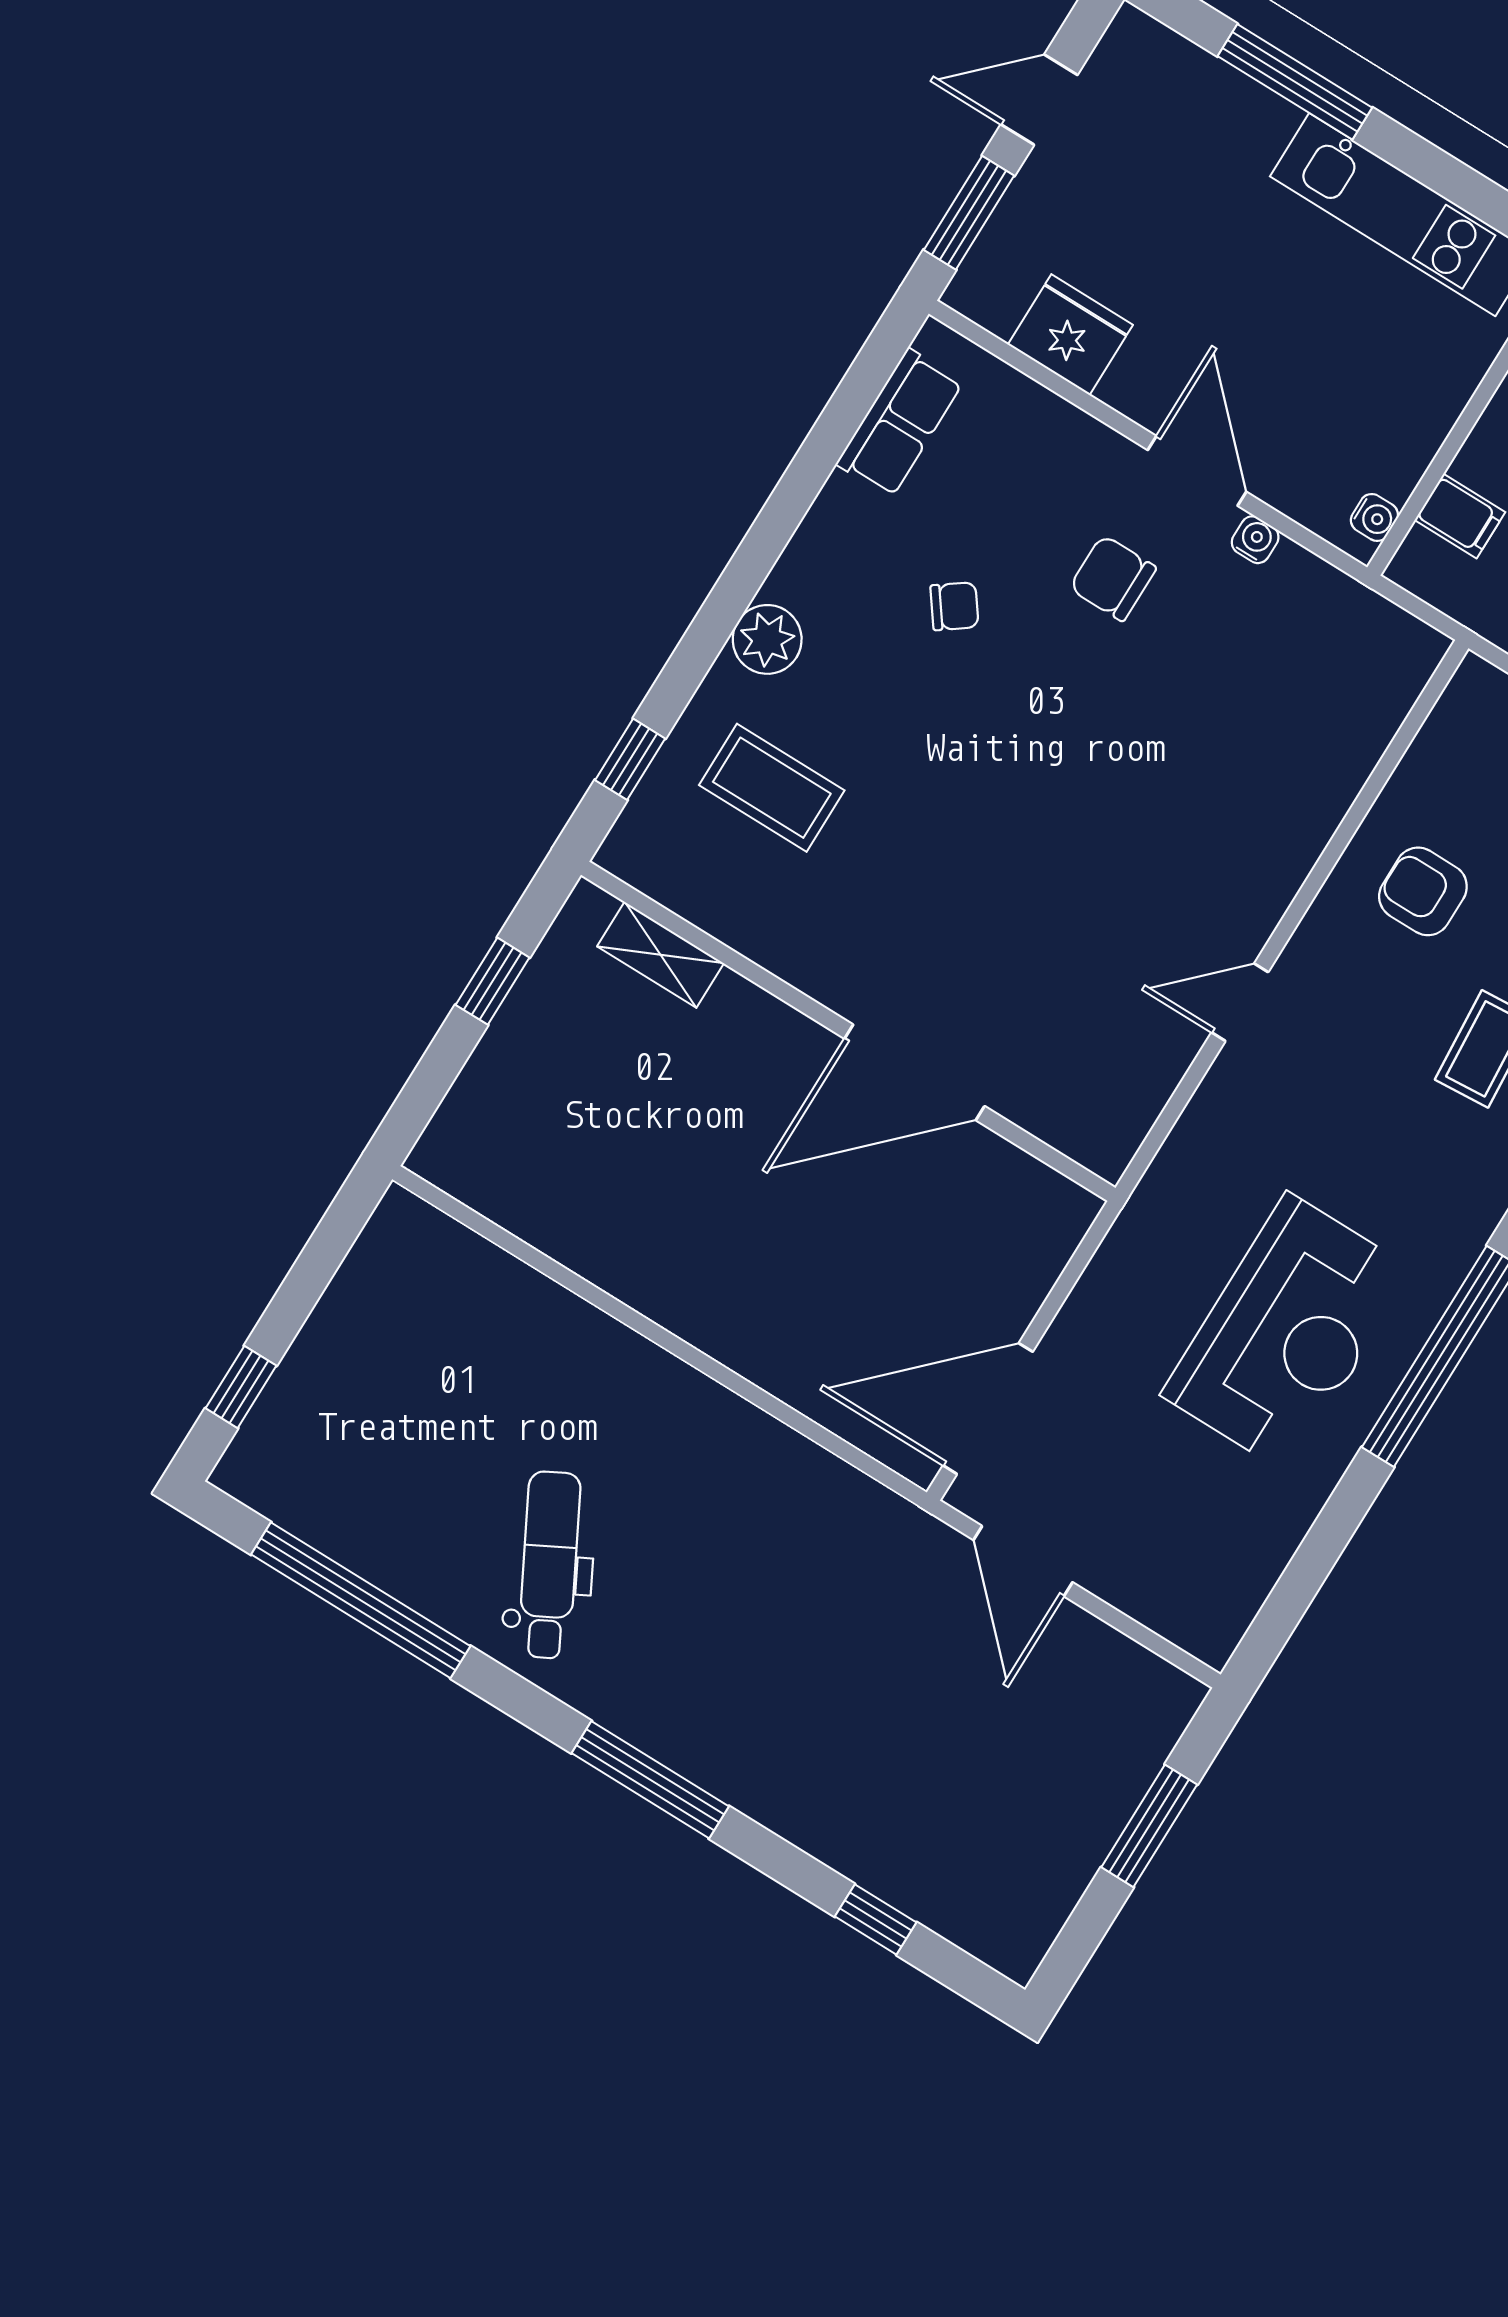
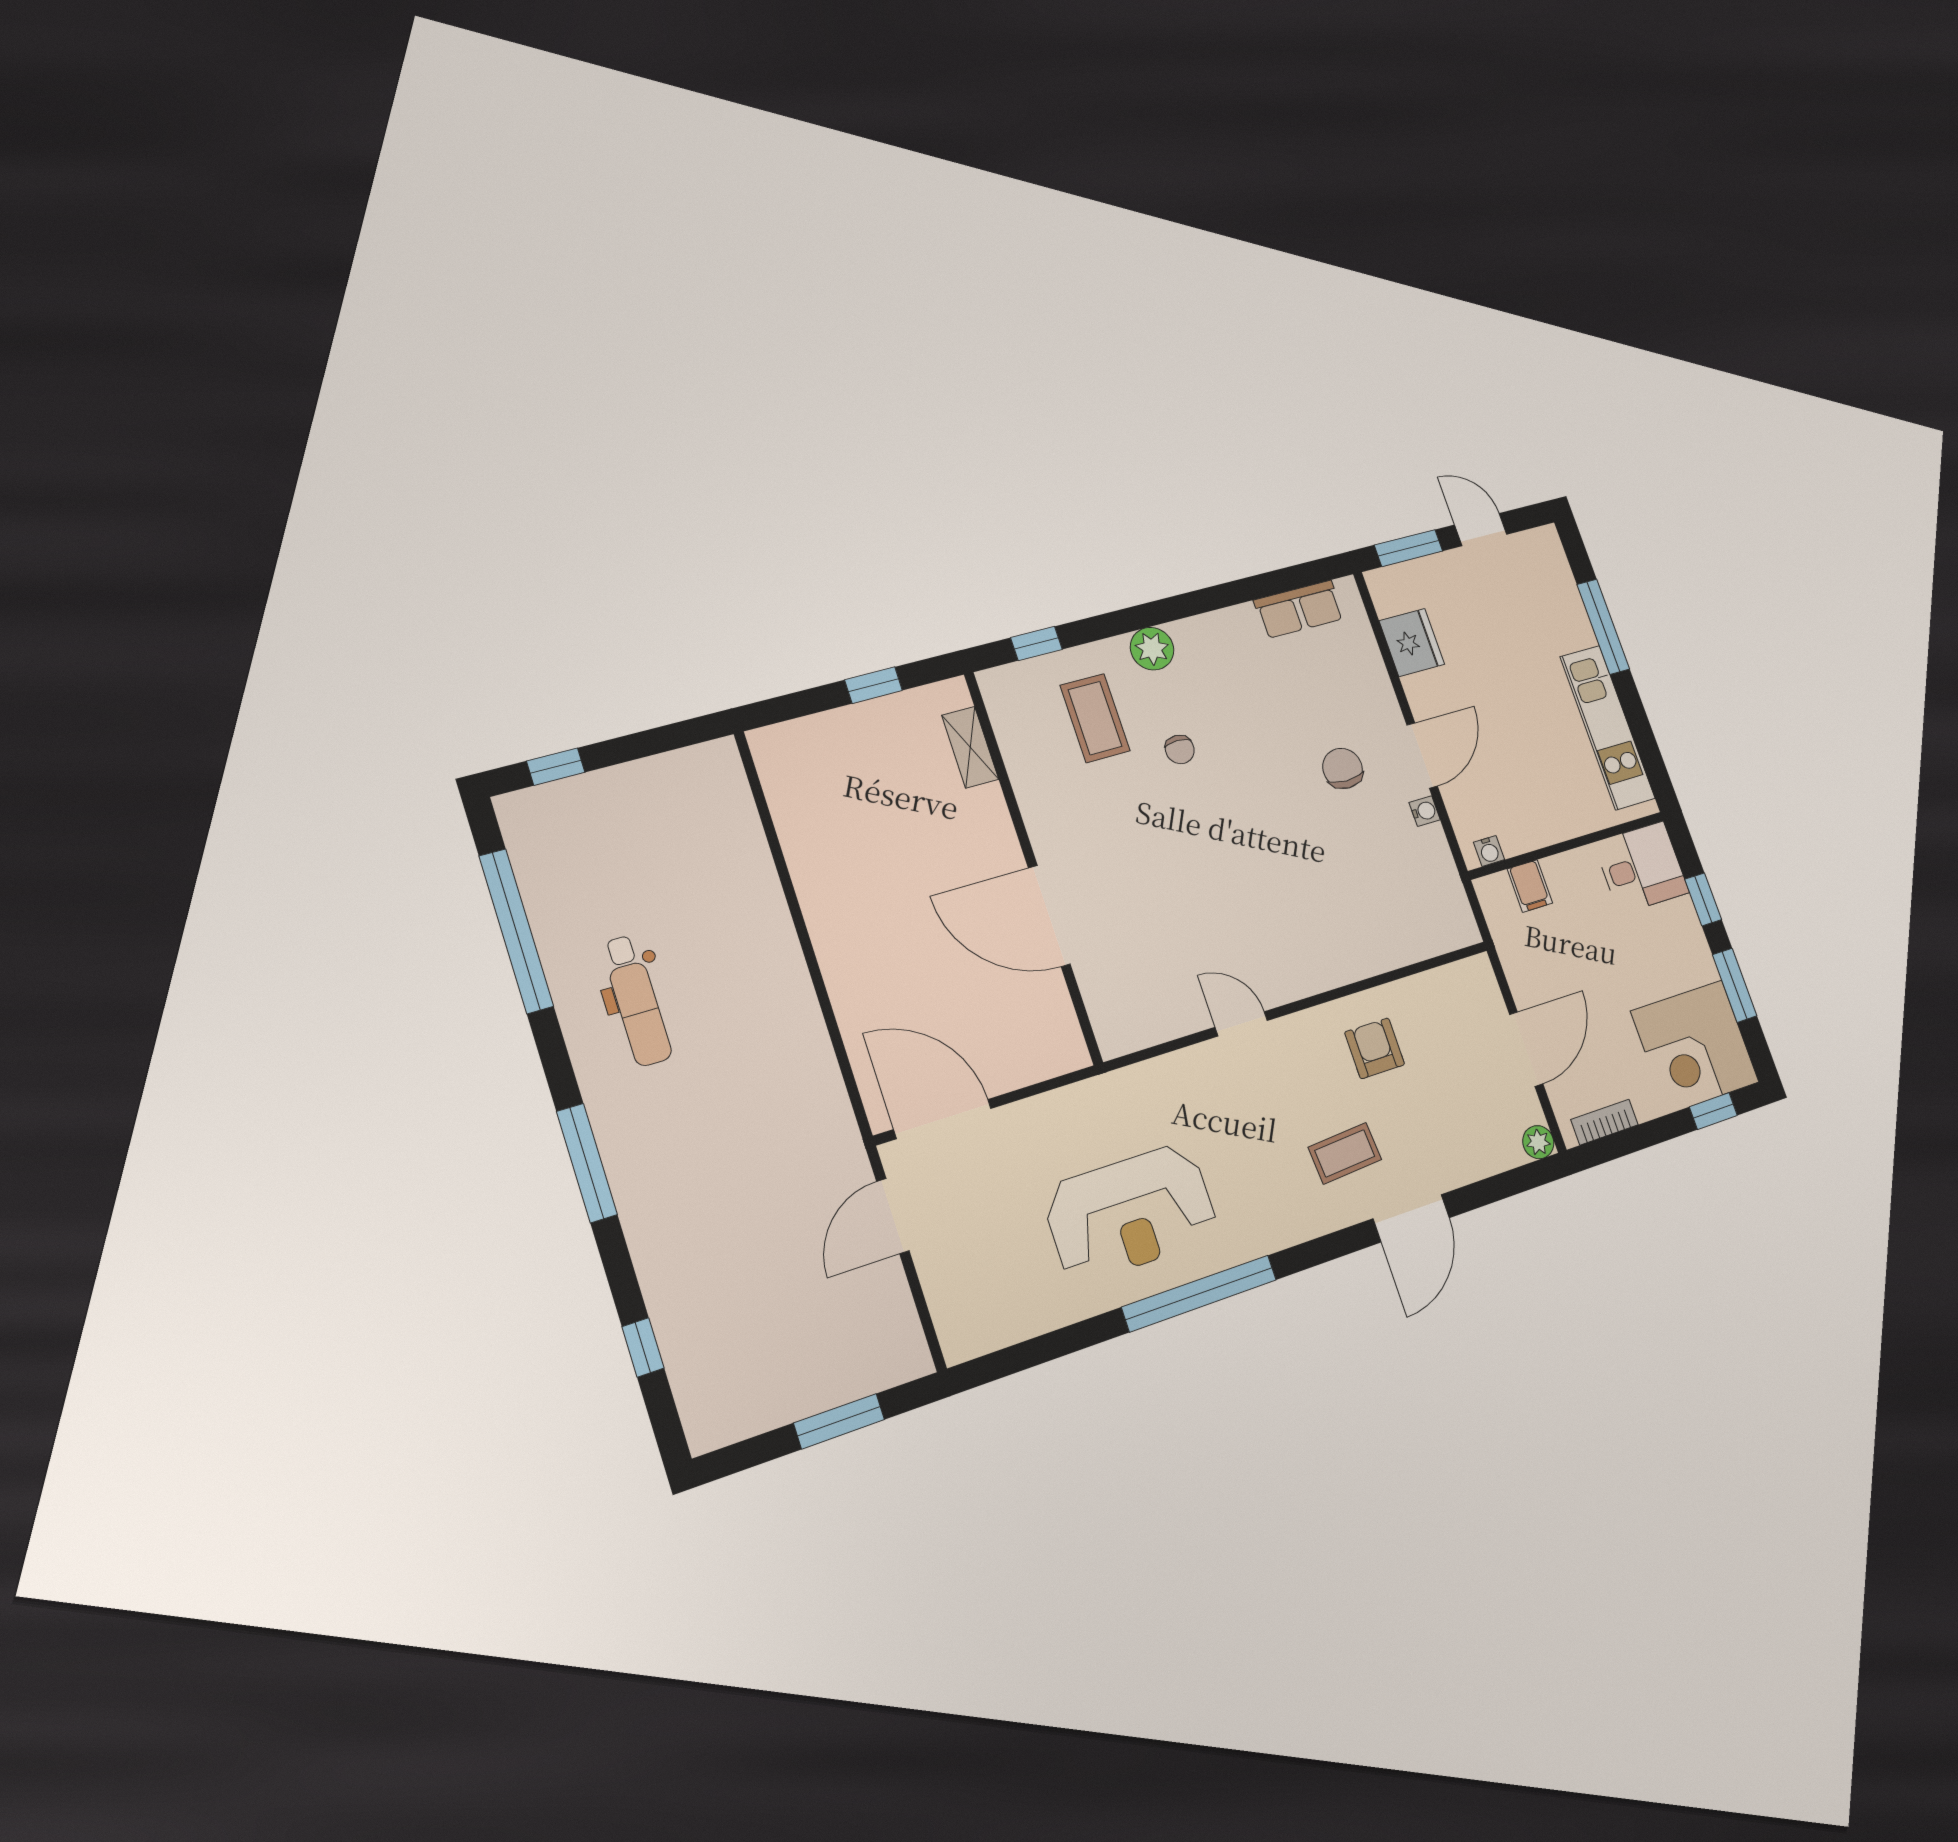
chair: (954, 606) -> (1180, 749), moved, turned 36
dental chair: (549, 1565) -> (636, 1000), turned 118

